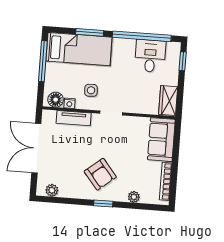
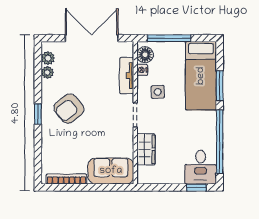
desk: (150, 56) -> (201, 167), moved, turned 90
window: (43, 61) -> (169, 38), moved
wardrobe: (168, 101) -> (146, 149), moved, turned 90
plant: (134, 197) -> (47, 72), moved

